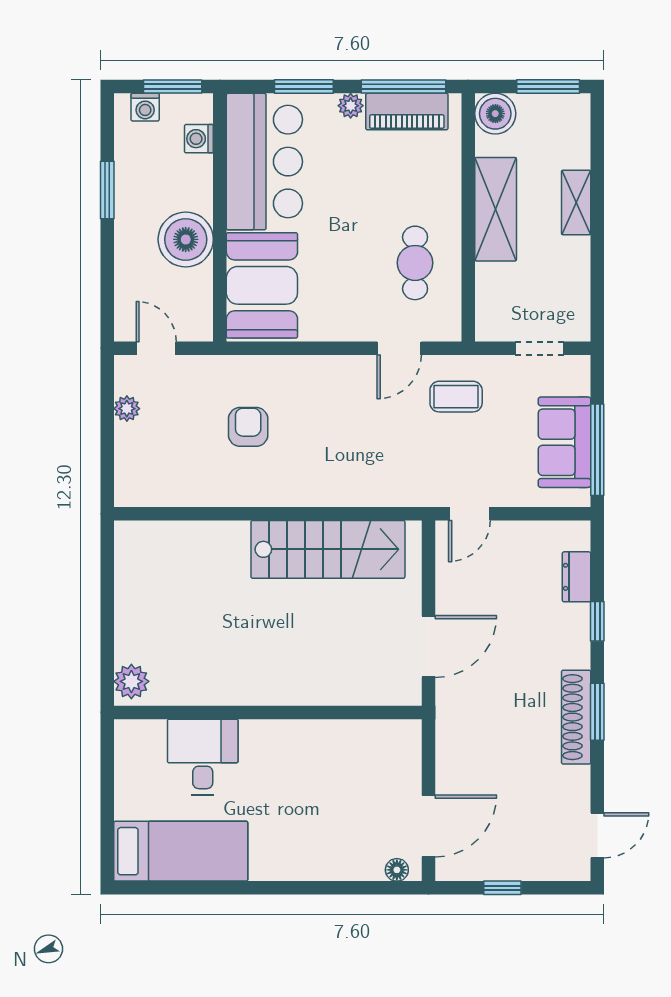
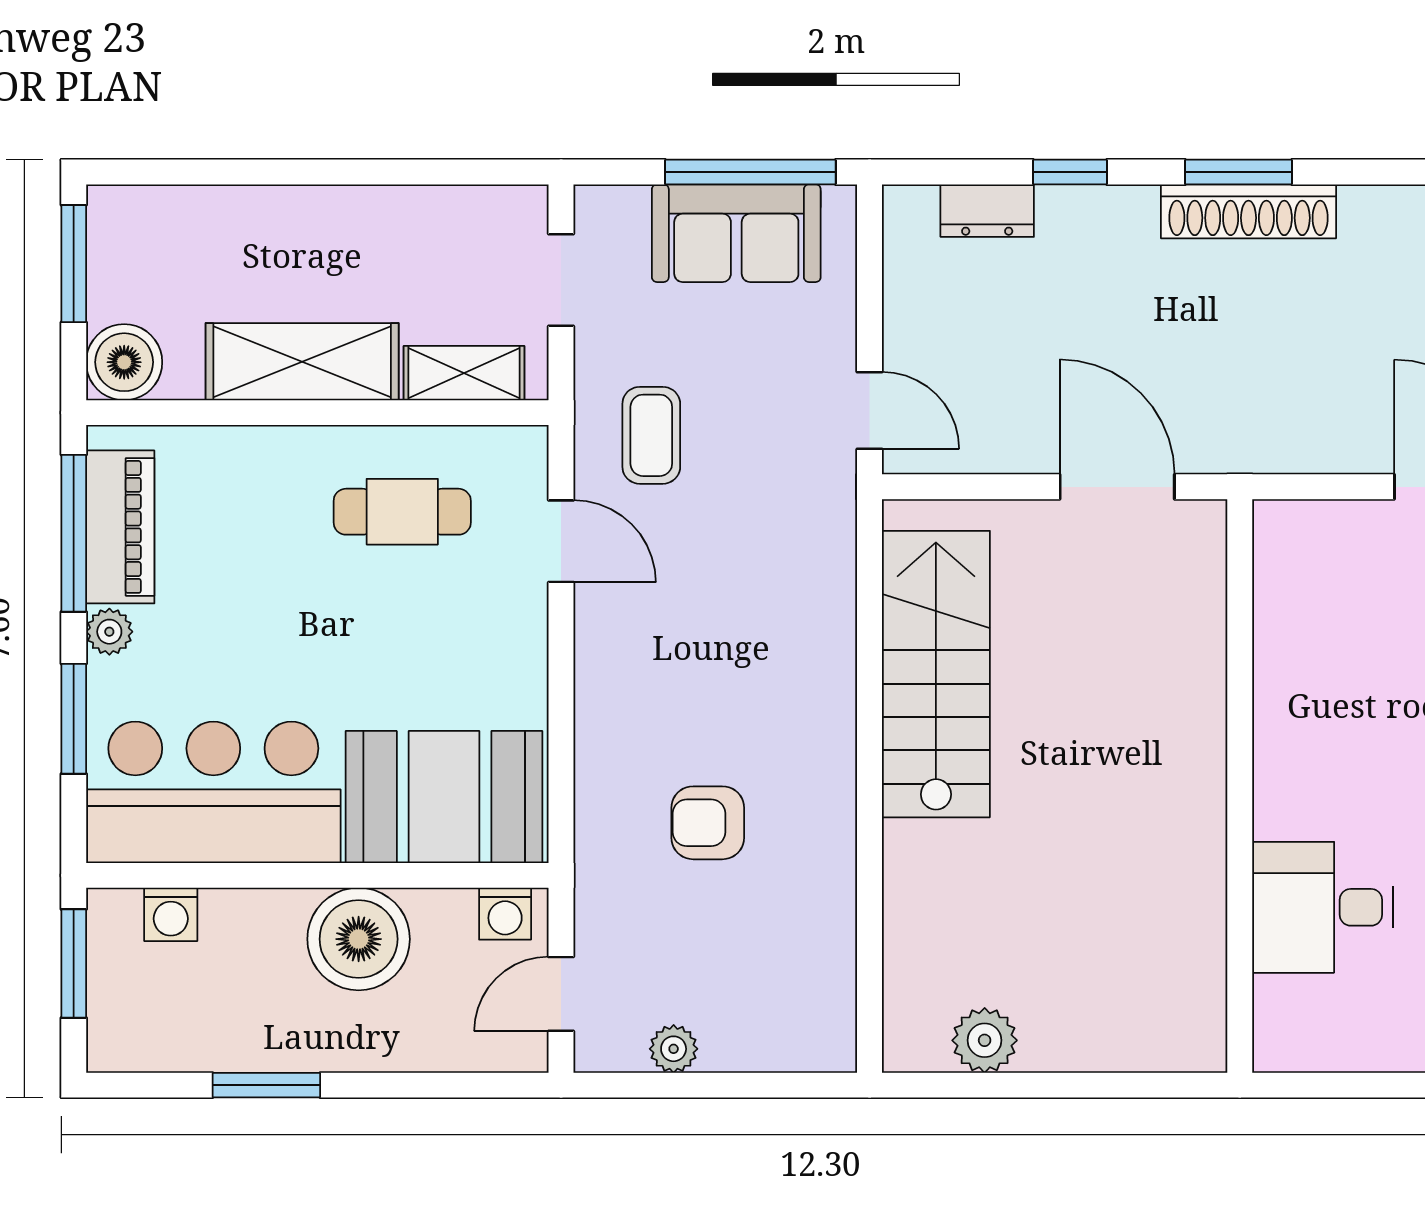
washing machine: (145, 107) -> (505, 914), moved, turned 90
shelving: (576, 202) -> (464, 373), moved
plant: (131, 681) -> (985, 1040), moved

